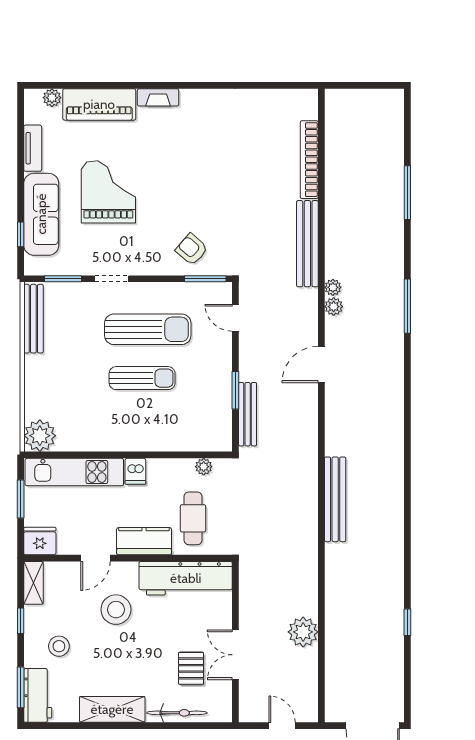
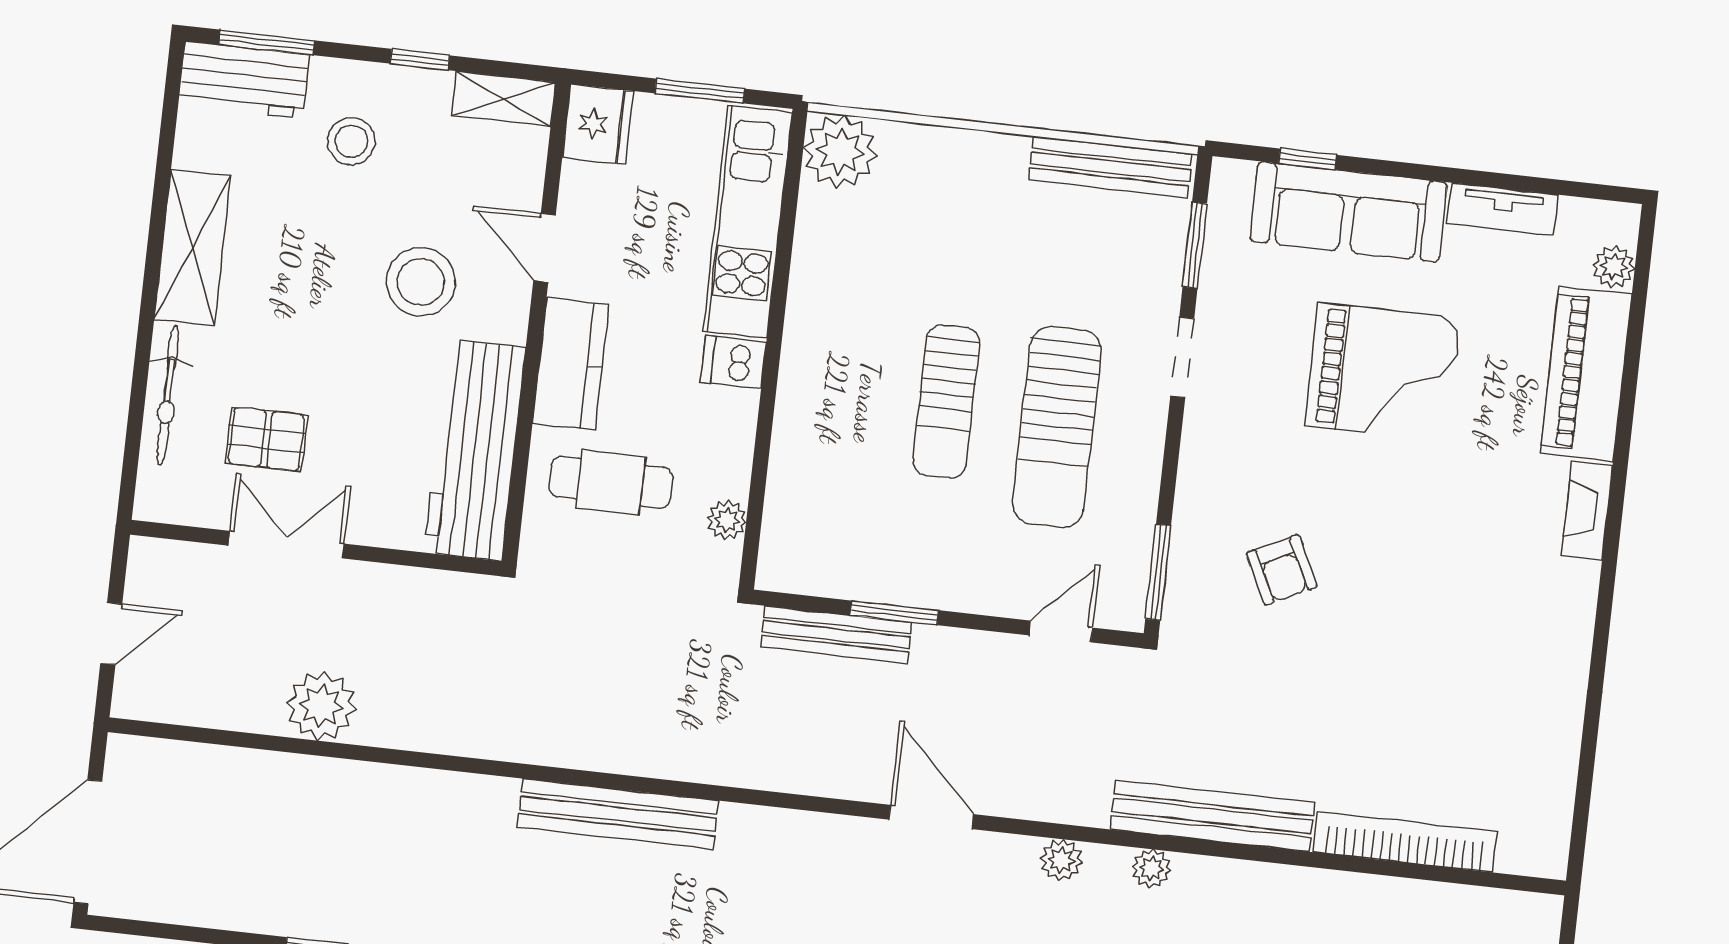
armchair: (192, 249) -> (1282, 570), moved, turned 113
plant: (333, 287) -> (1151, 868), moved

